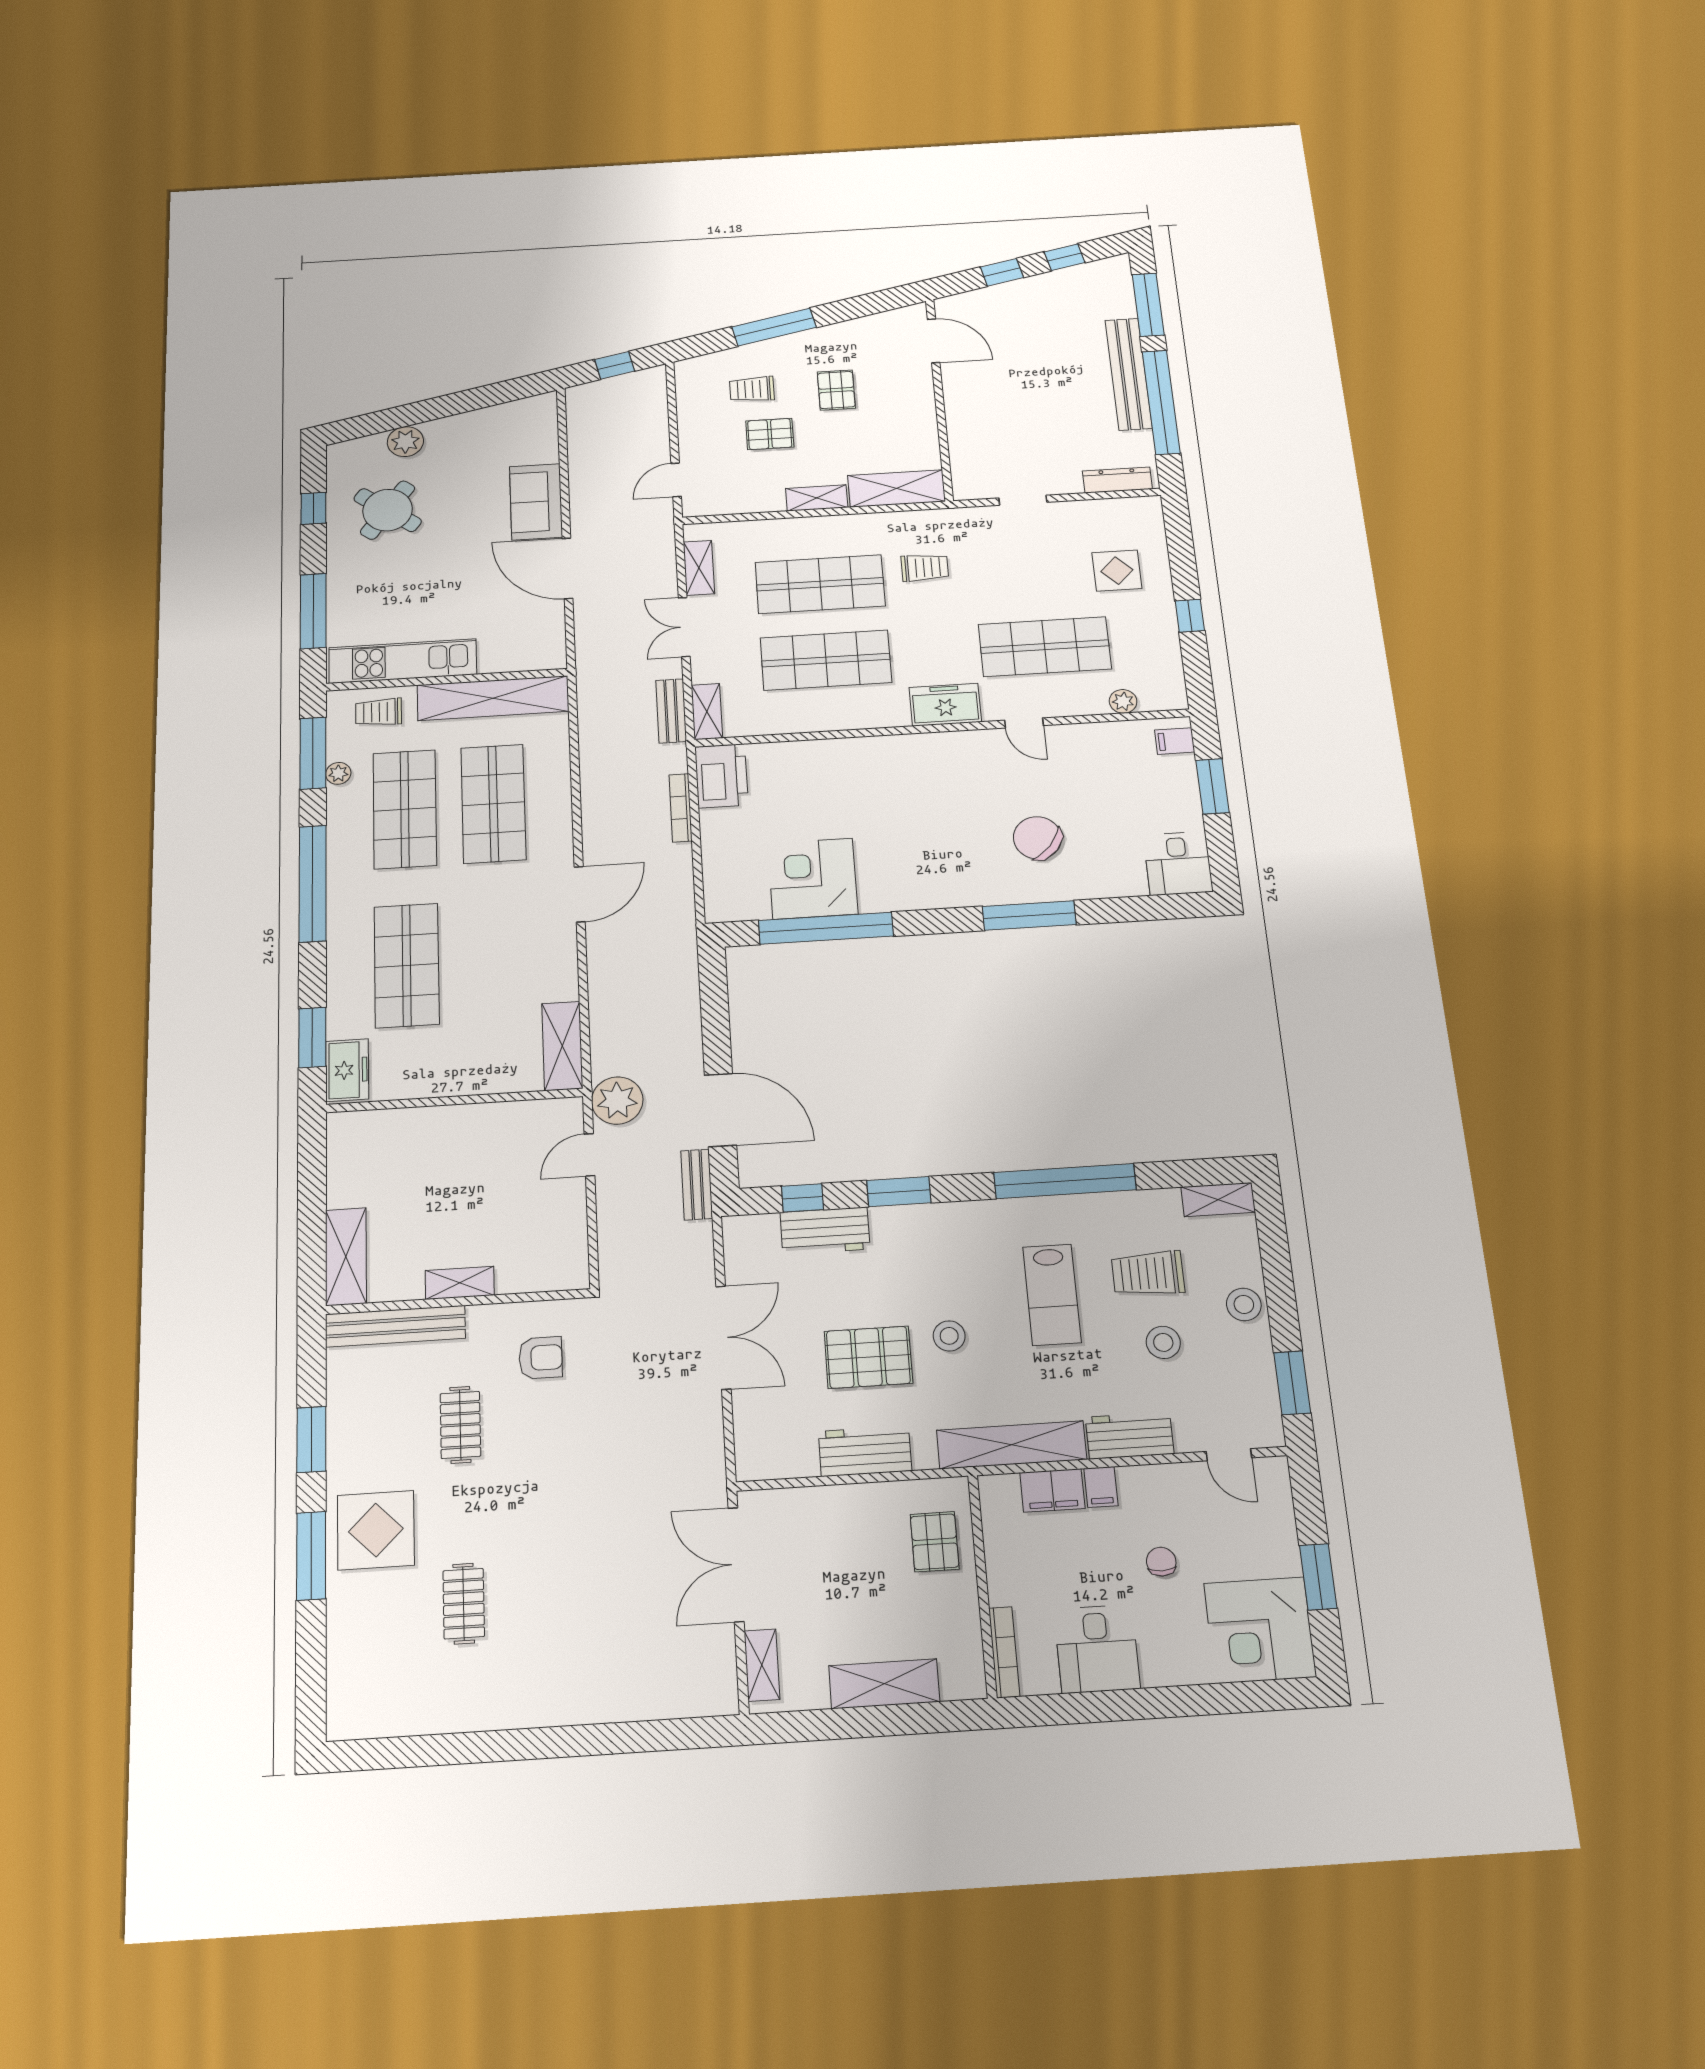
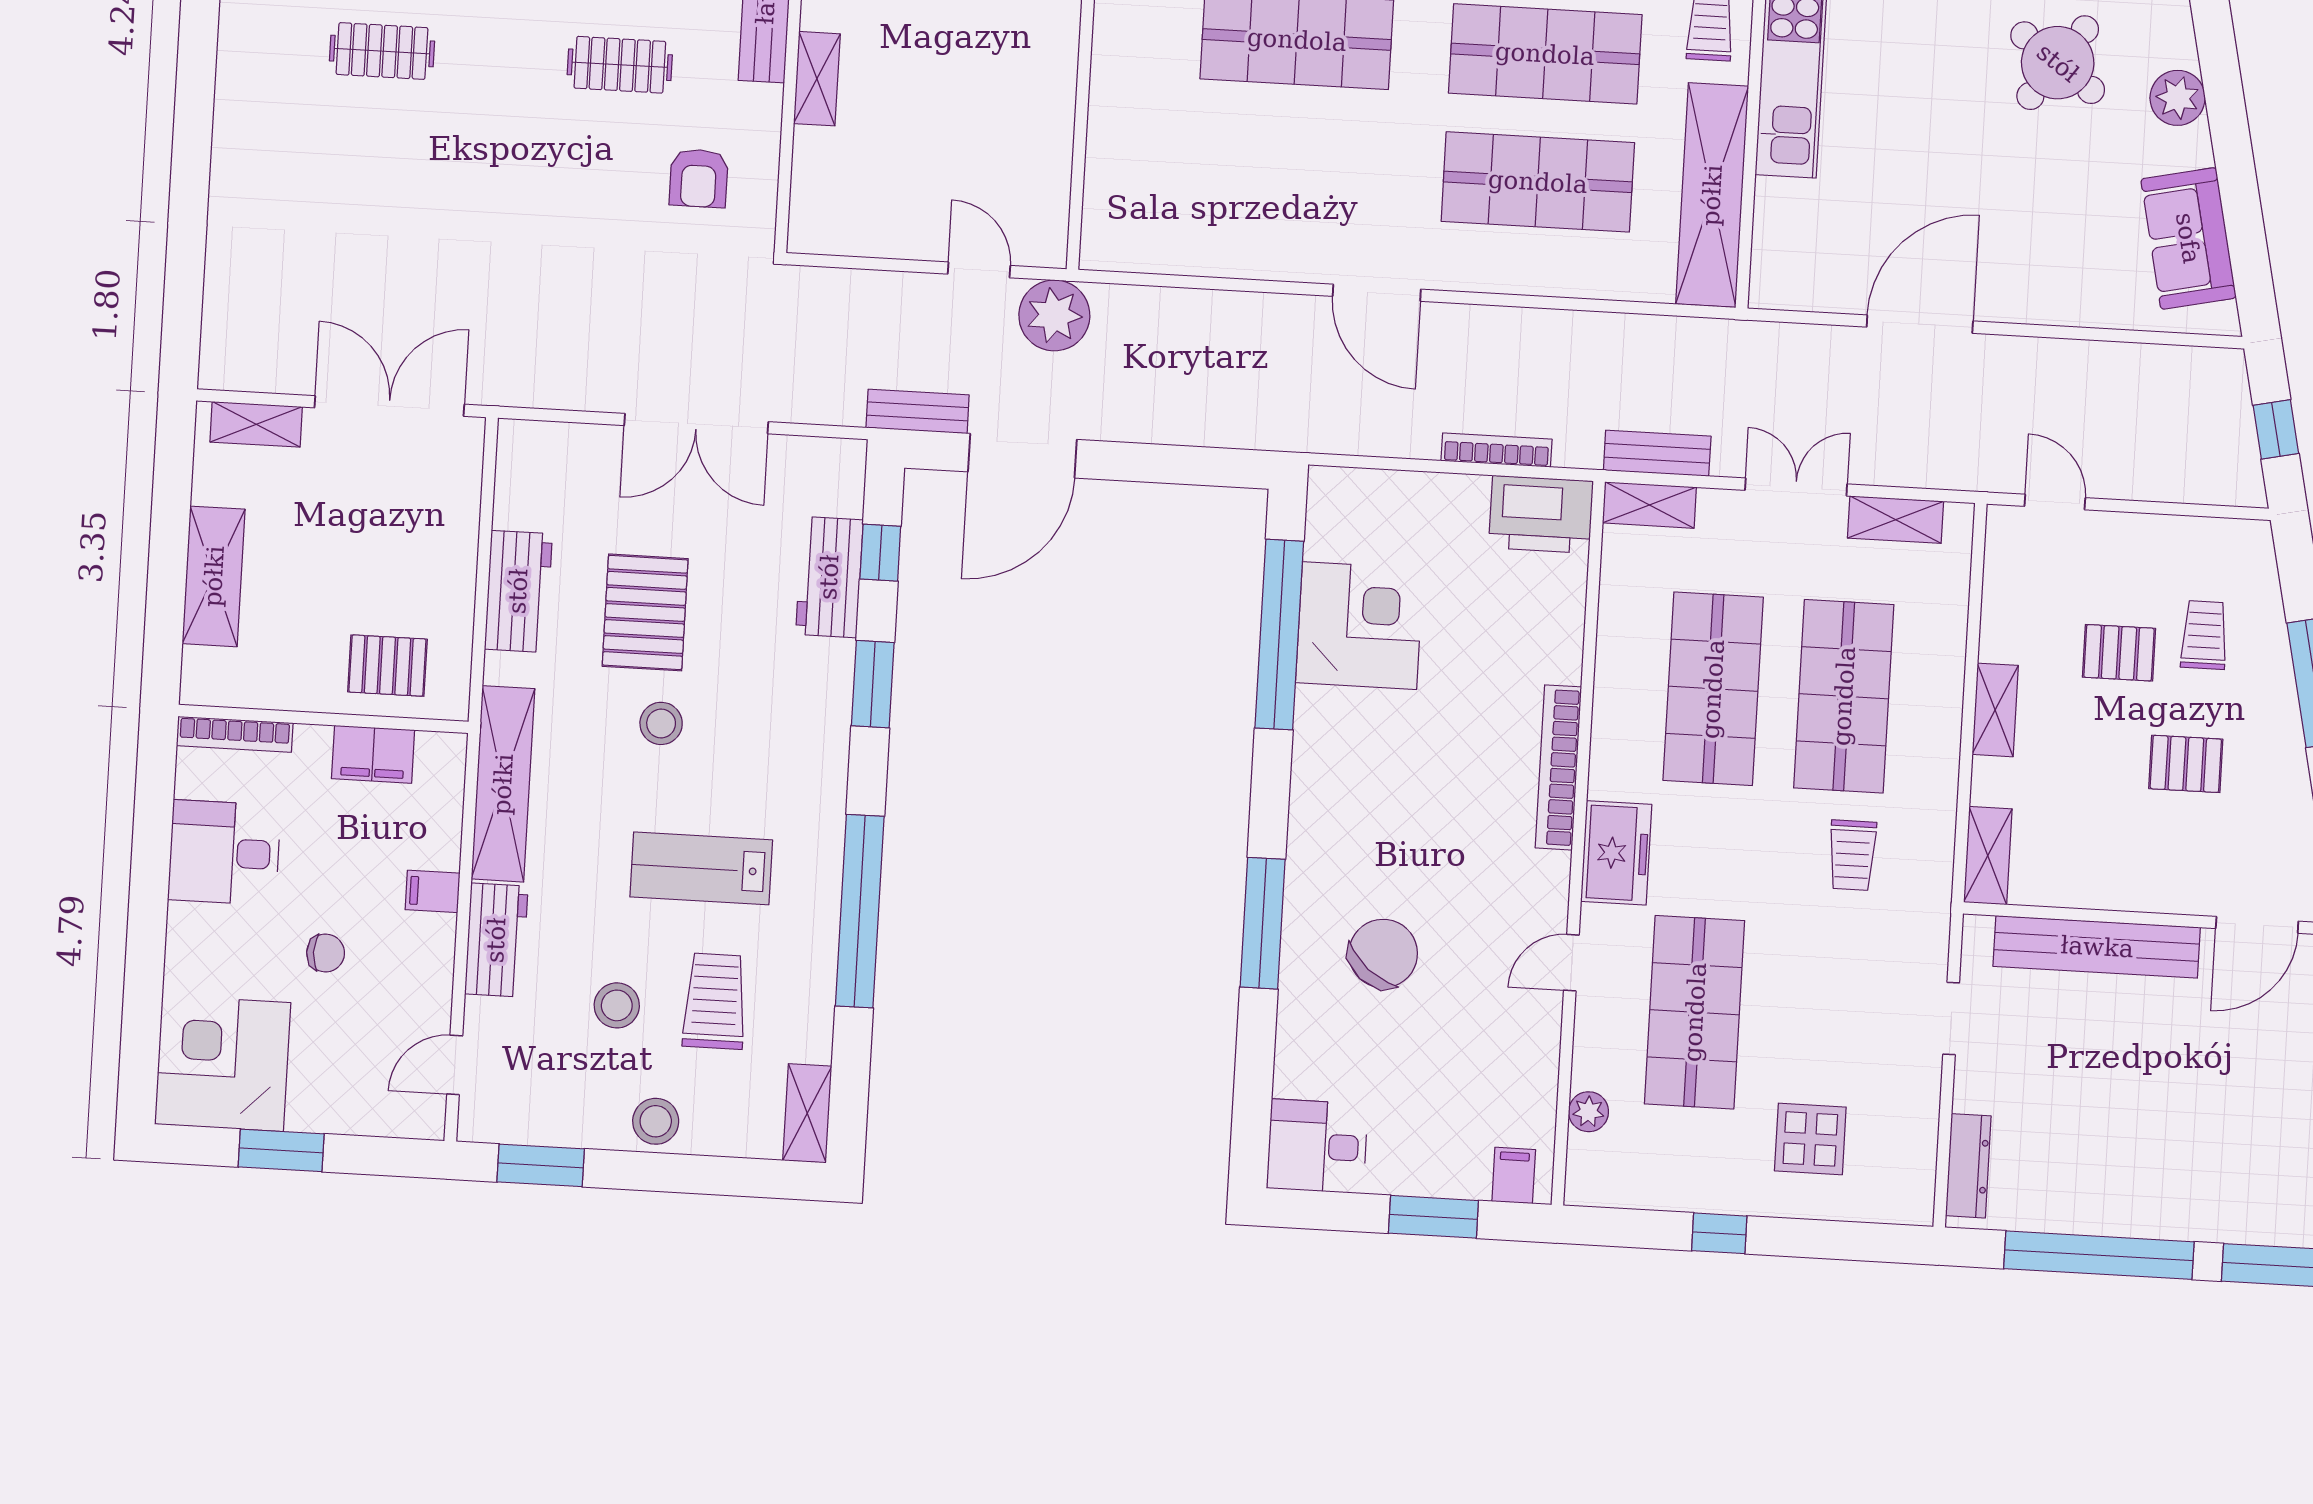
bench: (1129, 374) -> (2097, 947), moved
pallet: (770, 434) -> (2119, 653), turned 90
shelving: (897, 488) -> (1988, 856), width x0.67, depth x0.75
sofa: (536, 502) -> (2188, 238), moved, turned -102
bookcase: (893, 746) -> (1558, 767), added
shelving: (562, 1046) -> (1146, 247), removed
filing cabinet: (1052, 1490) -> (373, 754), moved, turned -90

